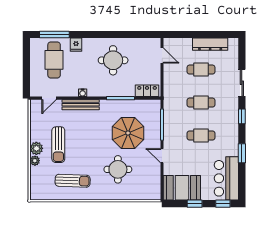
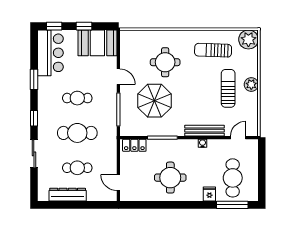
cafe table: (201, 103) -> (77, 133), width x1.37, depth x1.35
plant: (35, 161) -> (248, 39), moved, width x1.87, depth x1.87

